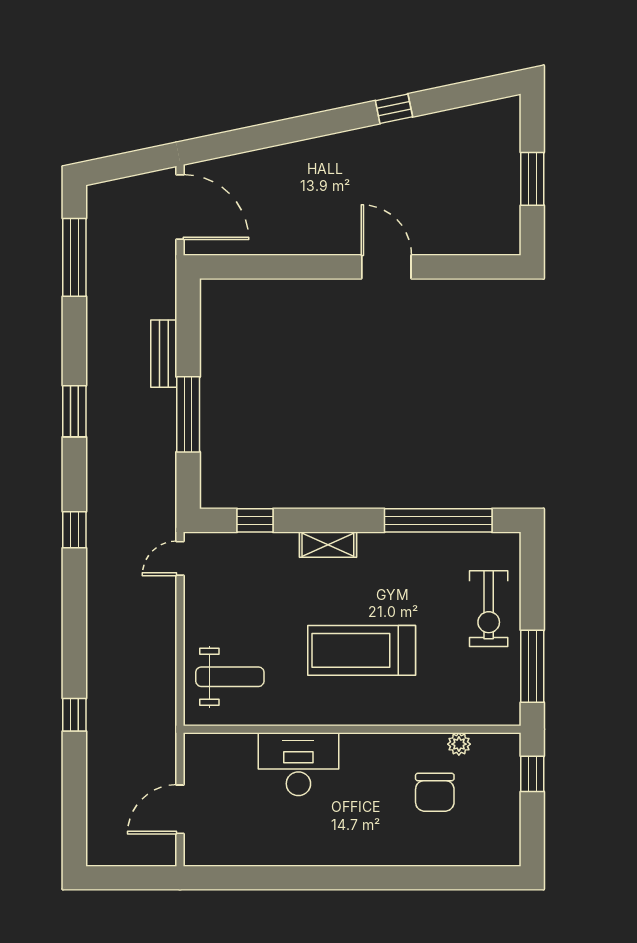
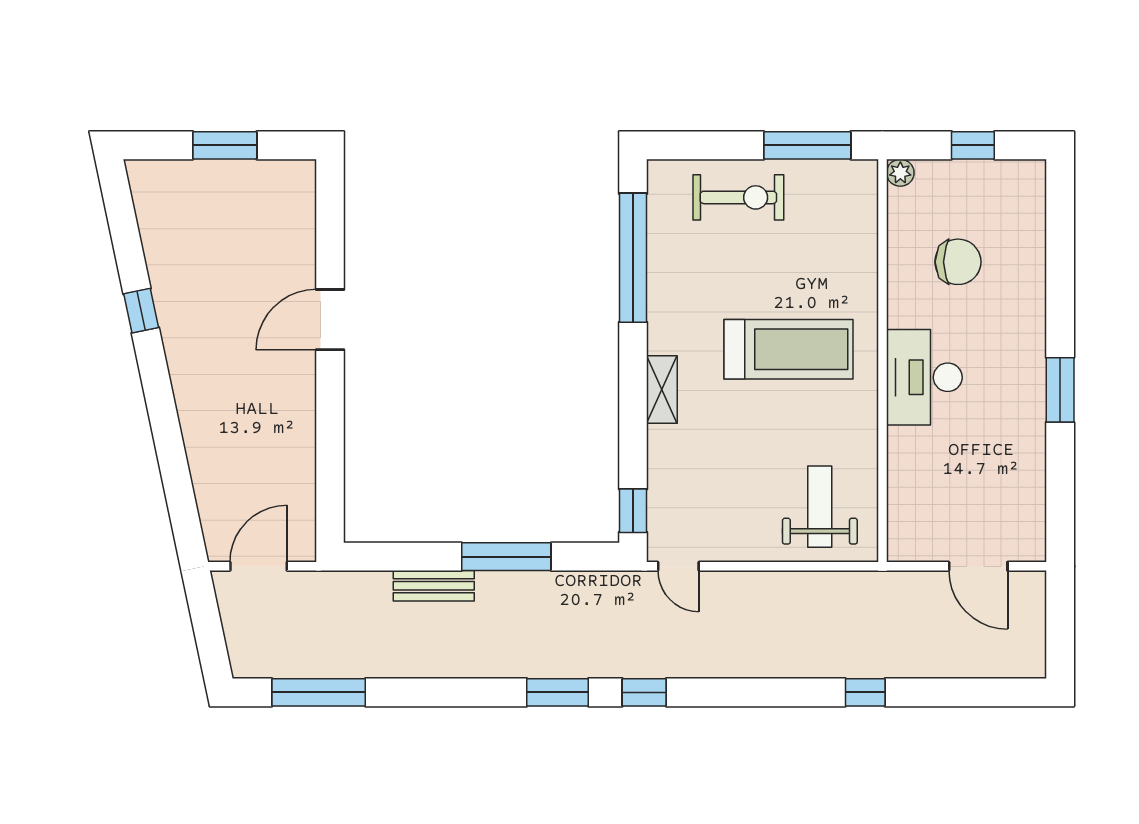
door: (180, 207) -> (259, 566), width x0.73
window: (74, 411) -> (558, 692), moved
window: (255, 520) -> (633, 511), moved
treadmill: (362, 650) -> (788, 349), turned -90
plant: (459, 744) -> (900, 173), moved
desk: (298, 764) -> (924, 377), moved
window: (532, 774) -> (973, 145), moved
window: (328, 878) -> (1060, 390), added

